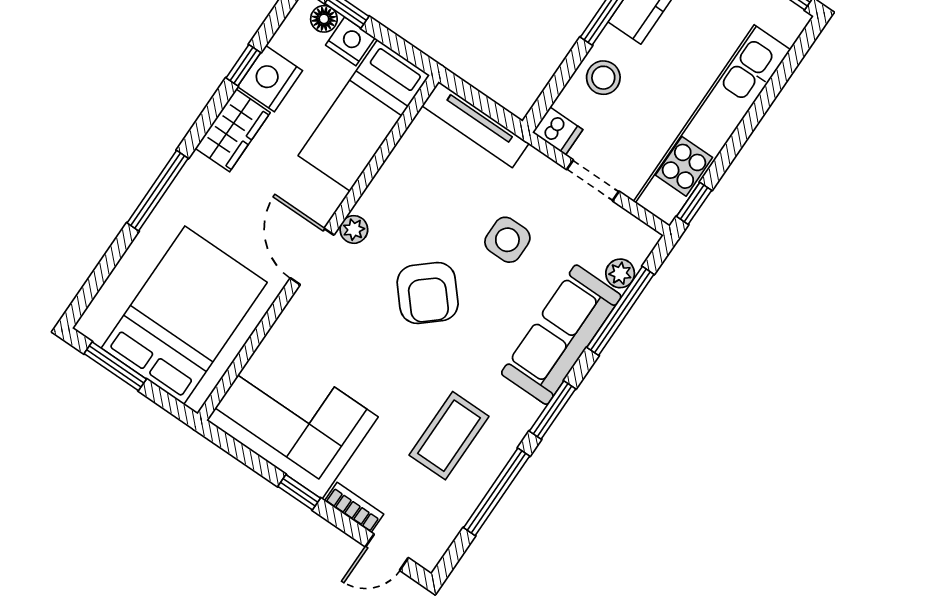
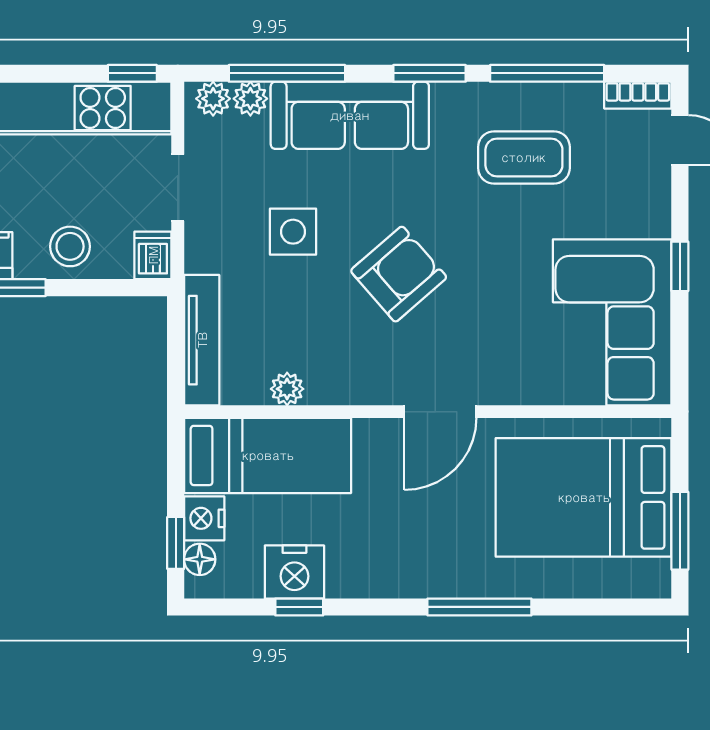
wardrobe: (233, 130) -> (370, 574), removed
plant: (354, 229) -> (287, 389), moved
plant: (638, 247) -> (213, 99), added
bookcase: (354, 508) -> (638, 95), moved, turned -90

